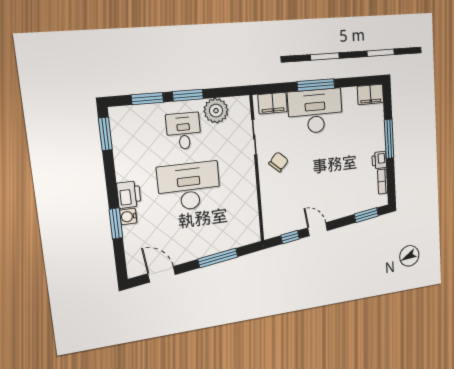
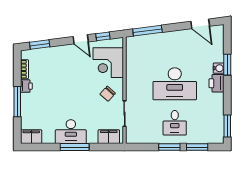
plant: (216, 111) -> (151, 135), removed
desk: (315, 111) -> (71, 132), width x0.73, depth x0.77
corner desk: (281, 204) -> (108, 63), added
window: (218, 258) -> (147, 31), moved

